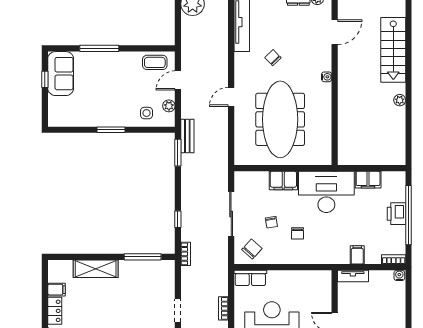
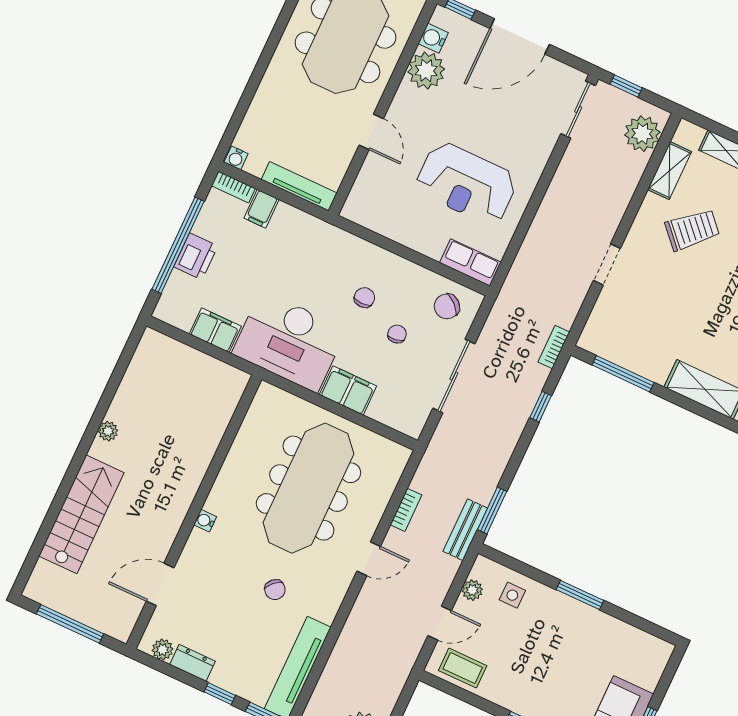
filing cabinet: (357, 255) -> (261, 209), moved
tv unit: (353, 276) -> (299, 186), width x1.41
bookcase: (223, 308) -> (406, 510), moved

